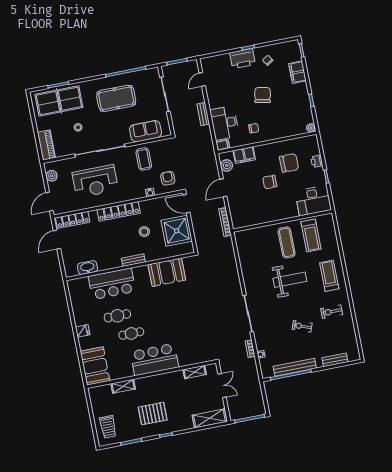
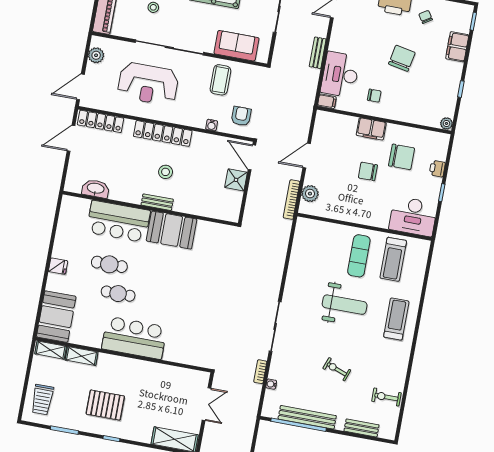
filing cabinet: (244, 155) -> (371, 129), moved
plant: (227, 165) -> (310, 194), moved
shower: (177, 231) -> (236, 180), width x0.54, depth x0.54
stool: (144, 232) -> (166, 172), moved
booth: (167, 272) -> (172, 230), moved
exercise bike: (332, 312) -> (386, 397), moved
shelving: (195, 372) -> (51, 350), moved

